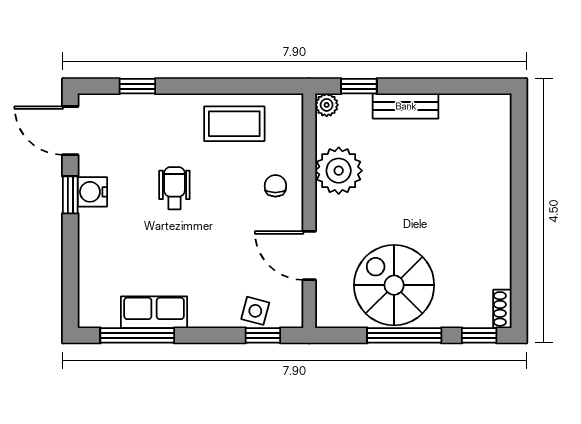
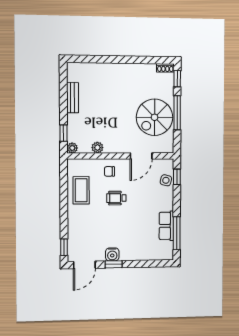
window: (137, 86) -> (64, 247), moved
bench: (406, 106) -> (73, 98), moved
plant: (339, 171) -> (97, 148), width x0.53, depth x0.53
wheelchair: (174, 188) -> (116, 198), moved

